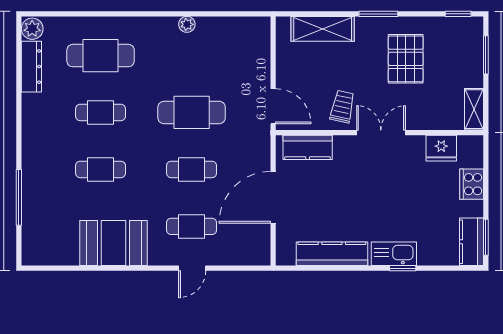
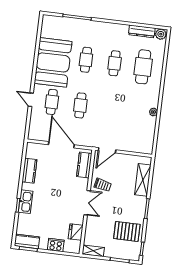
pallet: (406, 59) -> (127, 231), moved
cafe table: (192, 112) -> (109, 109), removed
booth: (114, 243) -> (53, 62), width x1.36, depth x1.42
kitchen counter: (332, 254) -> (29, 171), width x0.67

